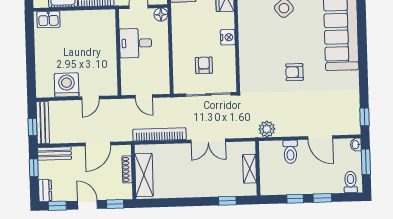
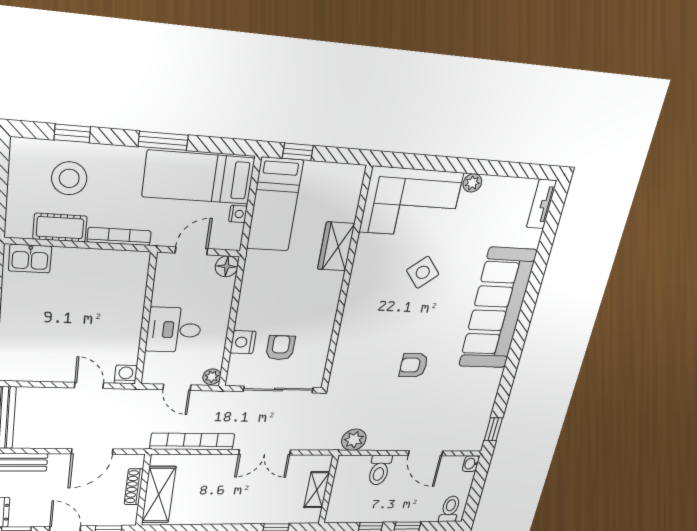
nightstand: (228, 37) -> (243, 342), moved, turned 180
desk: (136, 43) -> (174, 330), moved
washing machine: (67, 85) -> (126, 374), moved, width x0.53, depth x0.53
plant: (164, 88) -> (212, 377), added
door: (90, 98) -> (89, 385), swing flipped
window: (366, 162) -> (478, 485), removed

